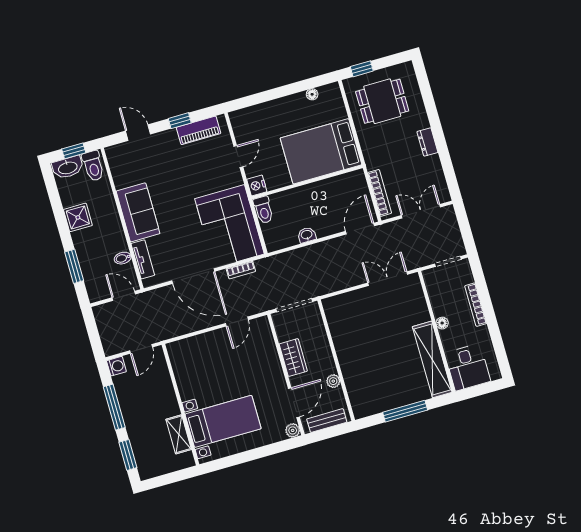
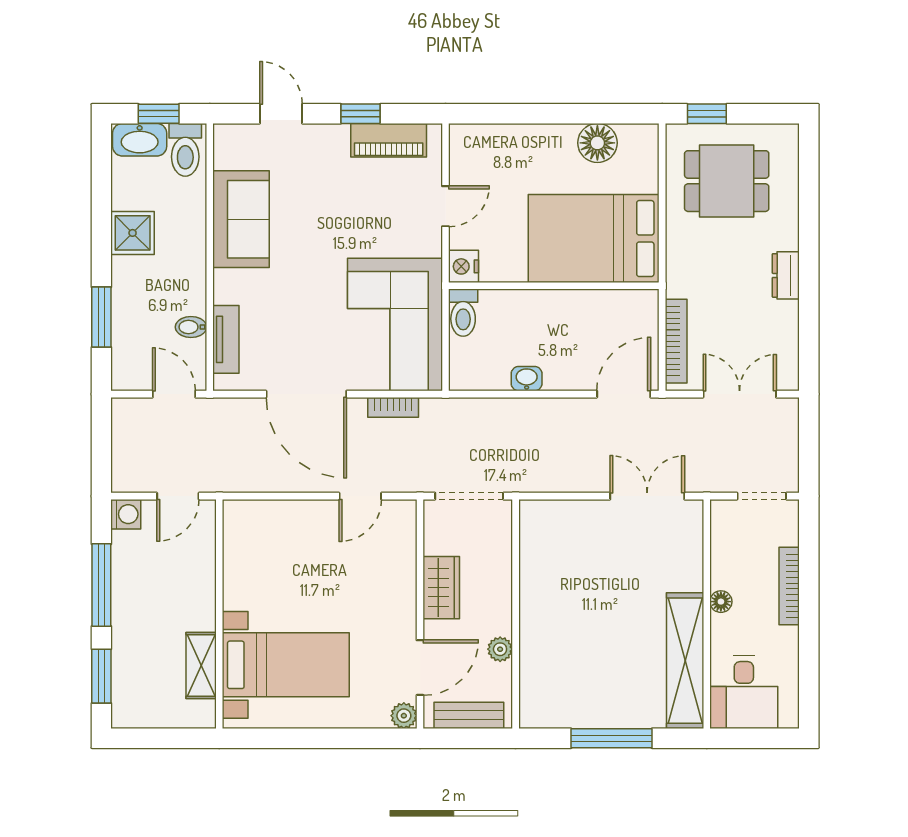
floor lamp: (312, 94) -> (597, 143), width x1.89, depth x1.89
sofa: (138, 212) -> (241, 219), moved

